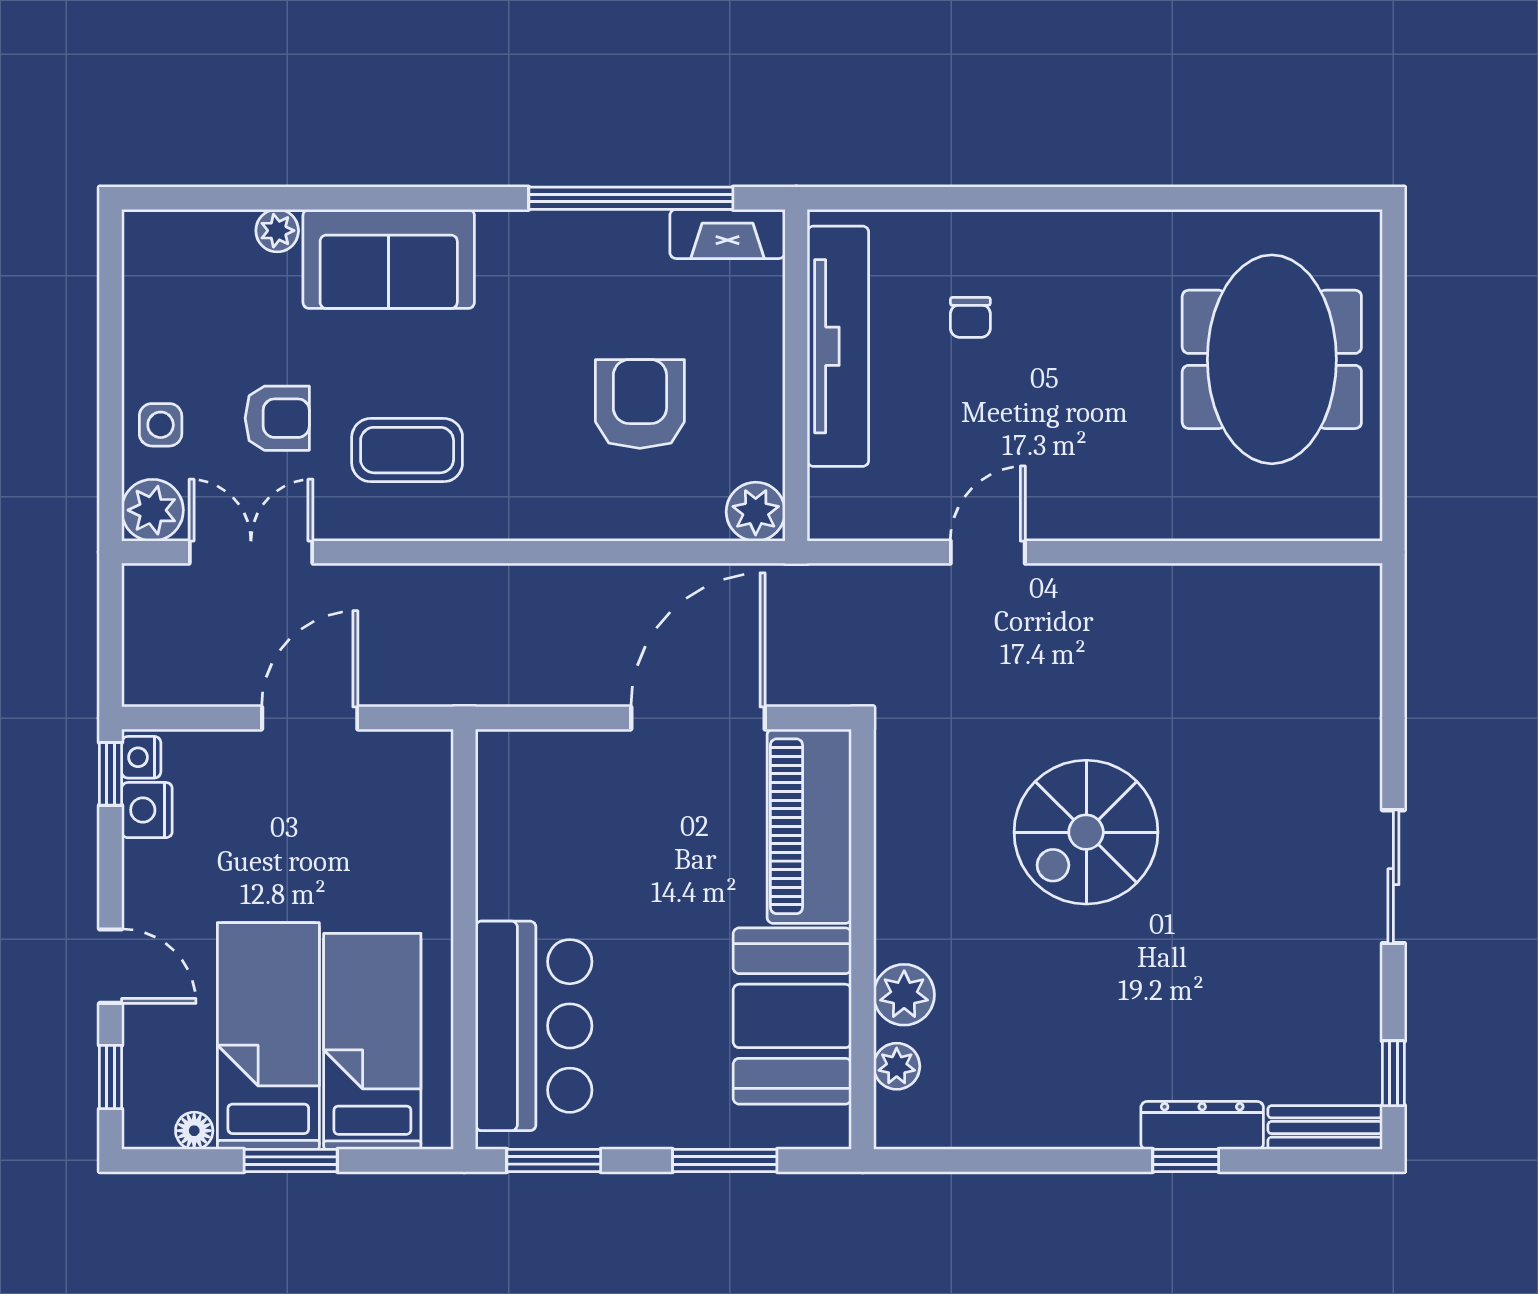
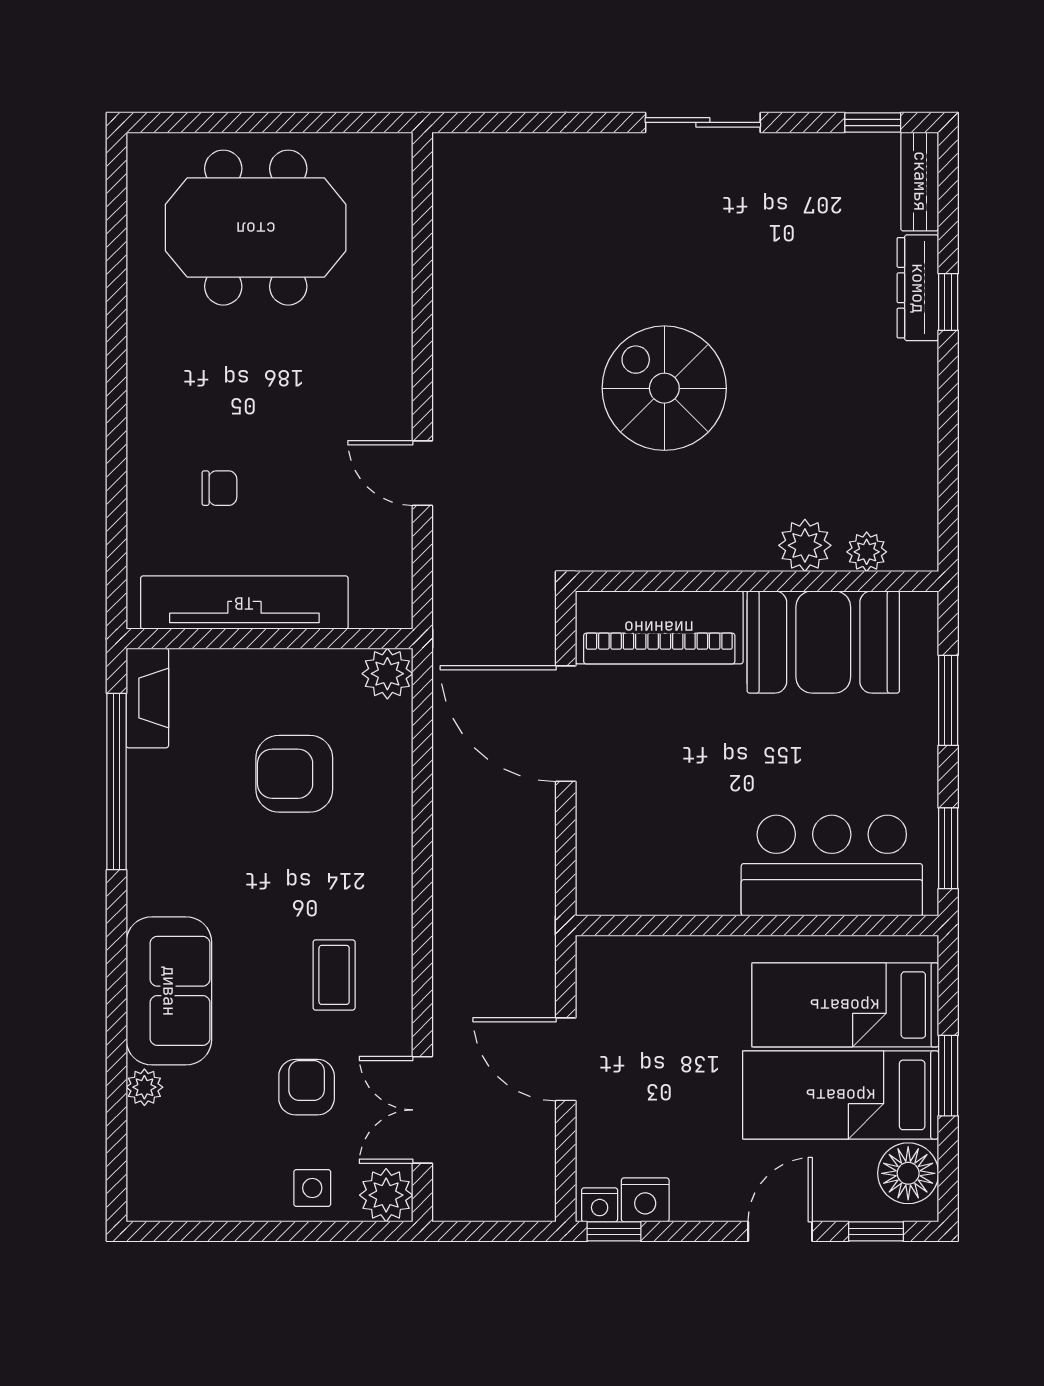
coffee table: (407, 450) -> (334, 975), width x0.73, depth x0.77
spiral stairs: (1086, 832) -> (664, 388), turned 180
floor lamp: (194, 1131) -> (908, 1173), width x1.89, depth x1.89

